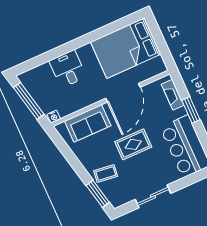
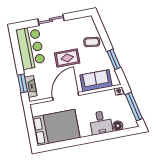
floor lamp: (44, 70) -> (118, 126), added
window: (191, 110) -> (23, 83), moved
window: (98, 194) -> (114, 59), moved
sliding door: (153, 196) -> (51, 20), moved

